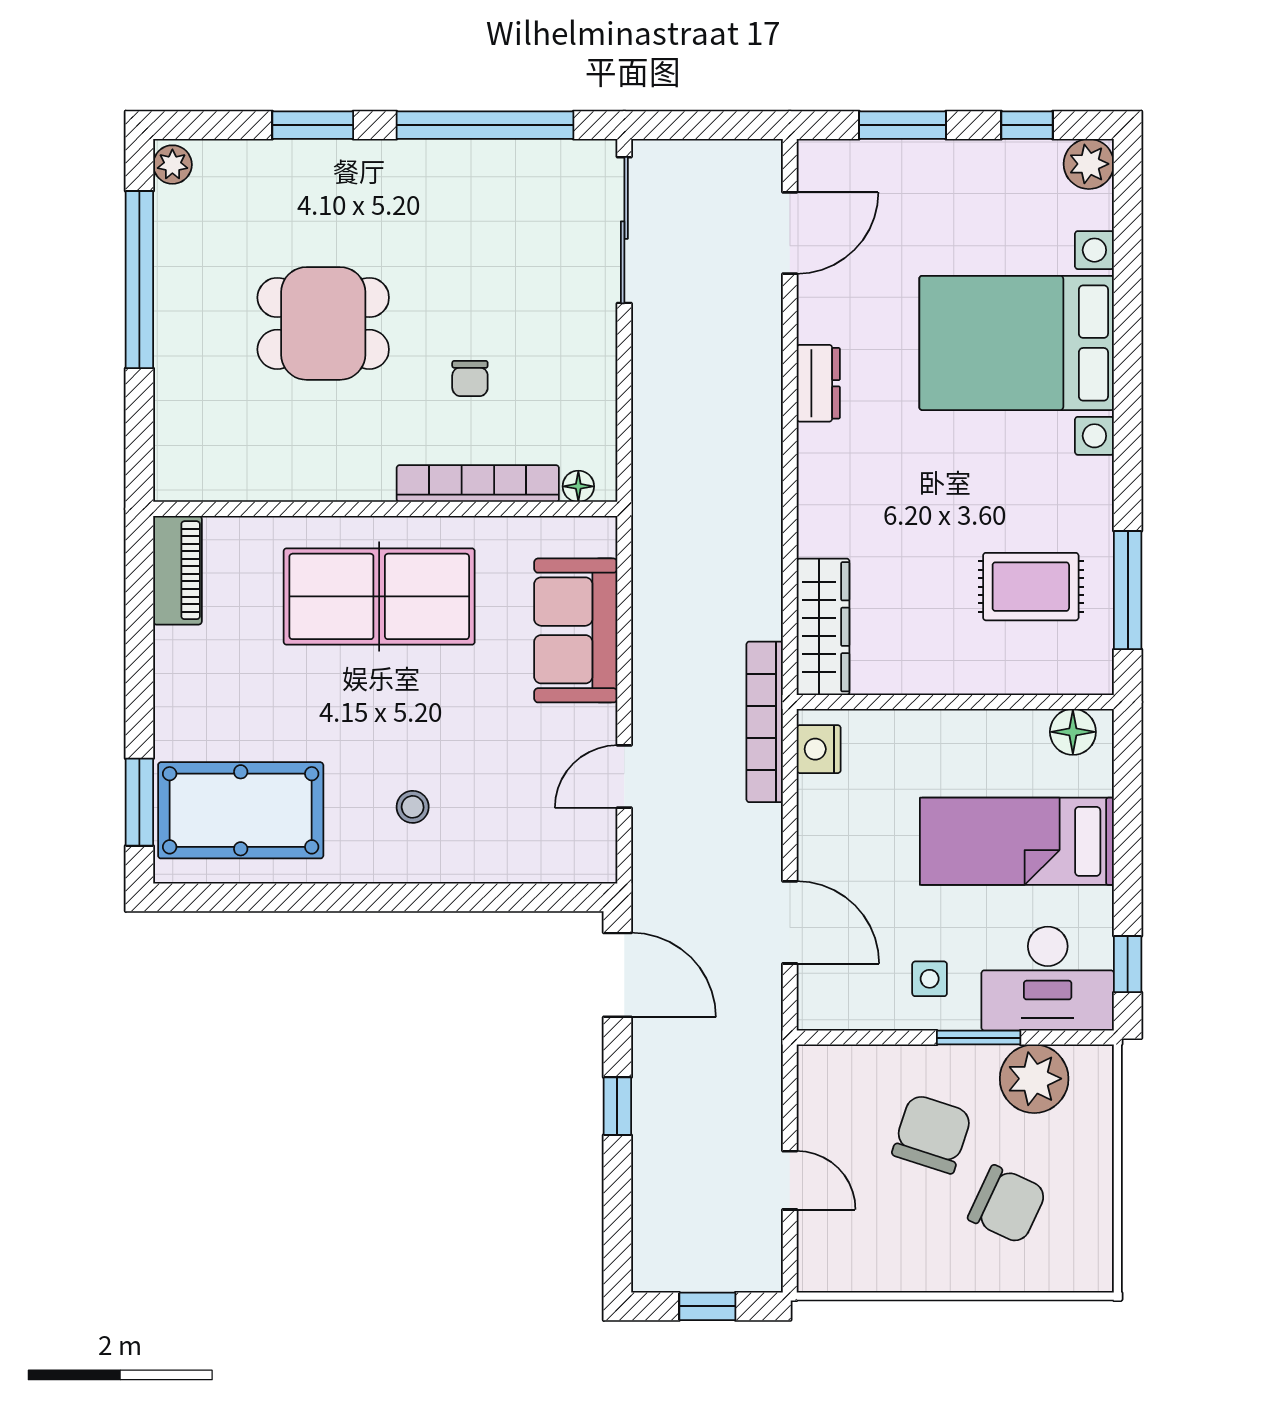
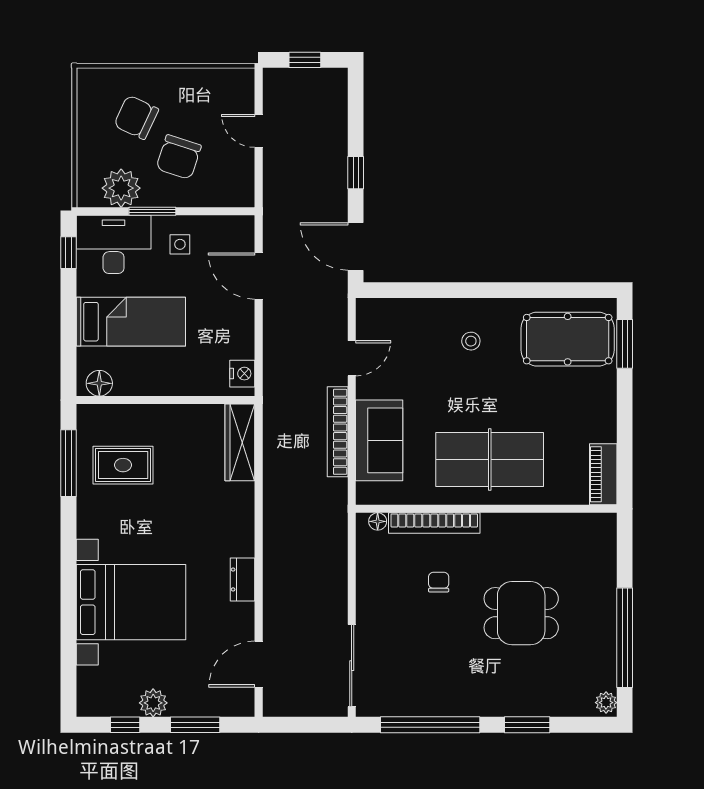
plant: (1089, 164) -> (153, 703), moved
bookcase: (765, 722) -> (338, 432), moved, turned 180

